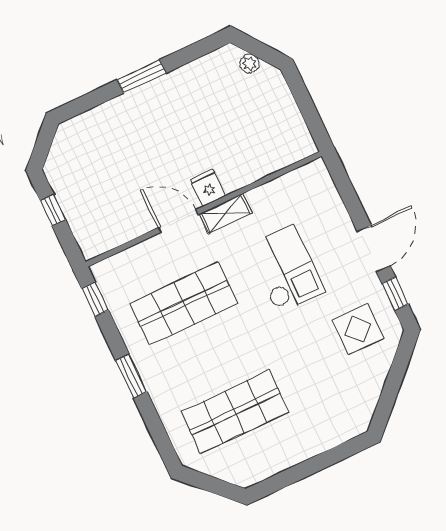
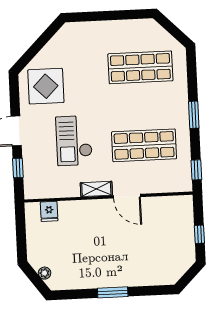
fridge: (208, 188) -> (49, 211), moved
window: (395, 294) -> (18, 168), moved
display table: (358, 329) -> (46, 86), width x1.36, depth x1.36

